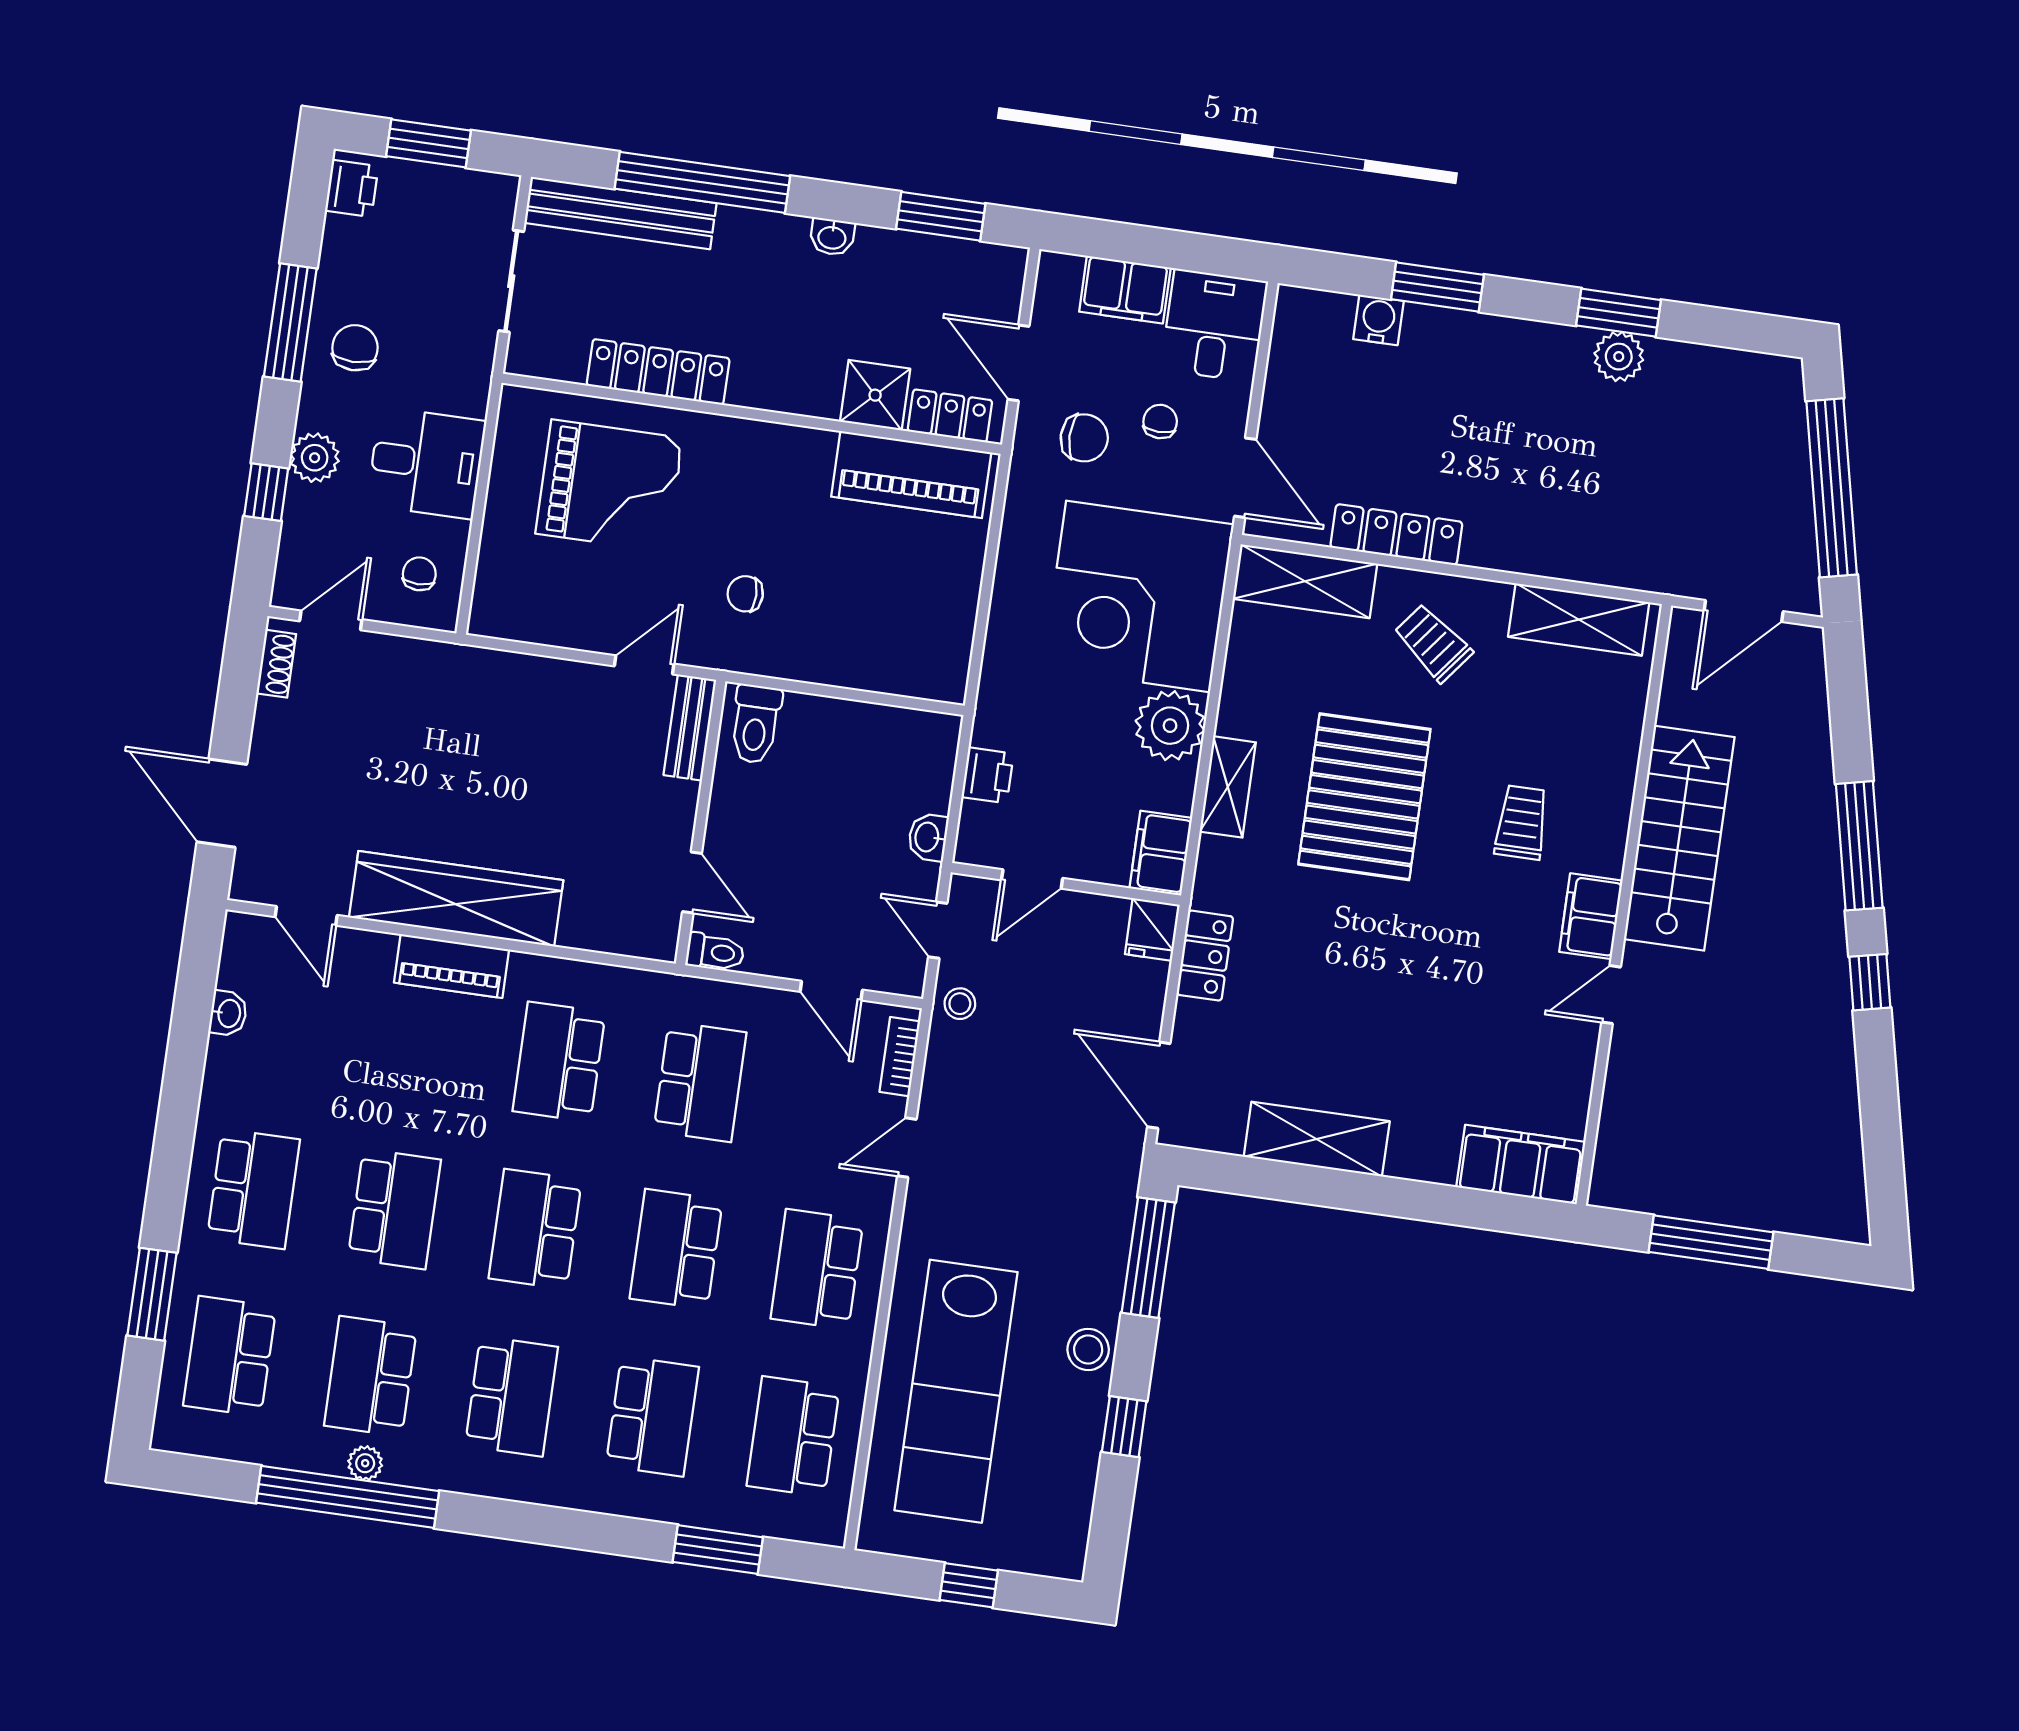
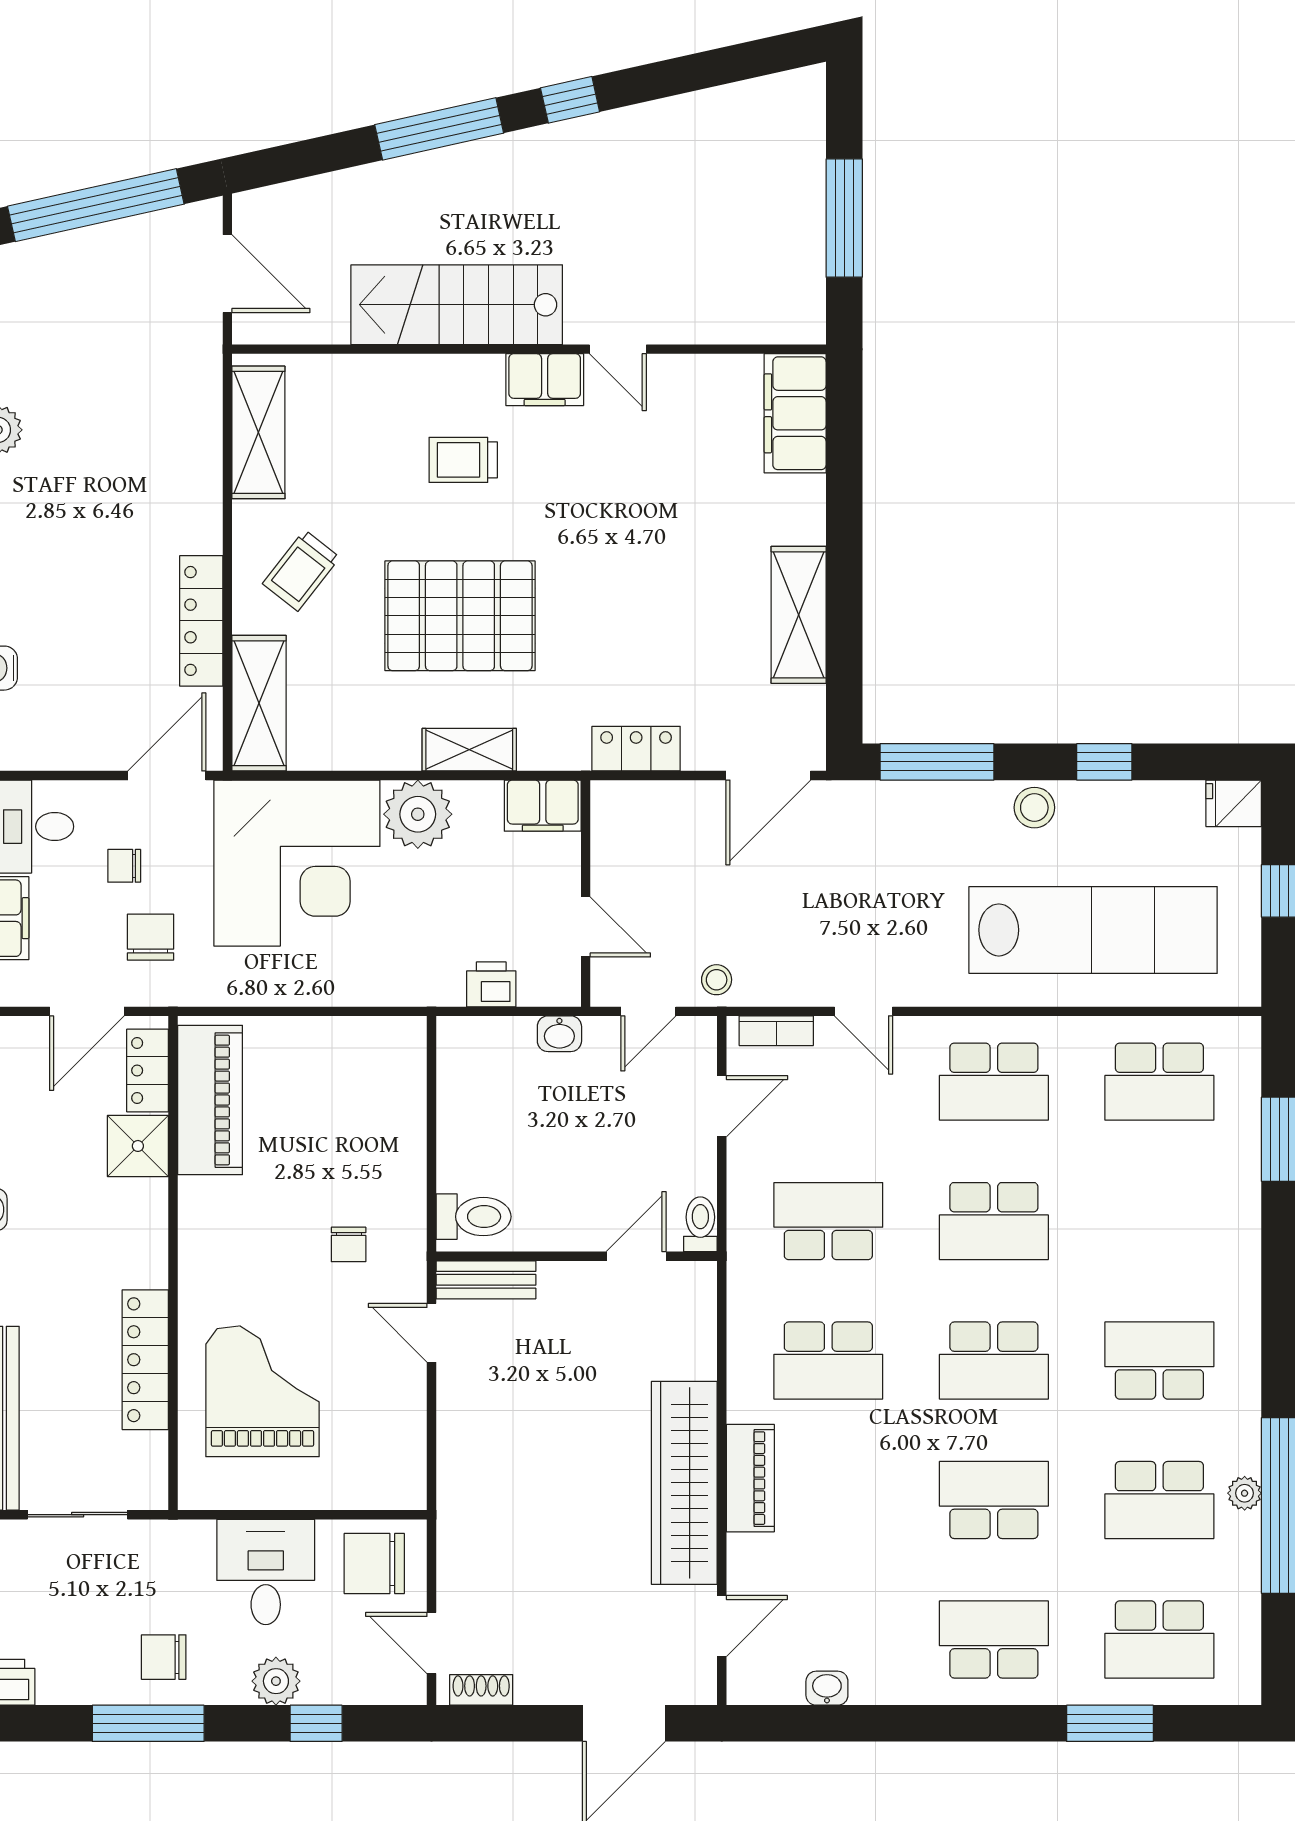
chair: (419, 574) -> (374, 1564), width x1.87, depth x1.87
fridge: (1152, 929) -> (1234, 803), moved, turned 180
school desk: (652, 1416) -> (1159, 1221), removed

